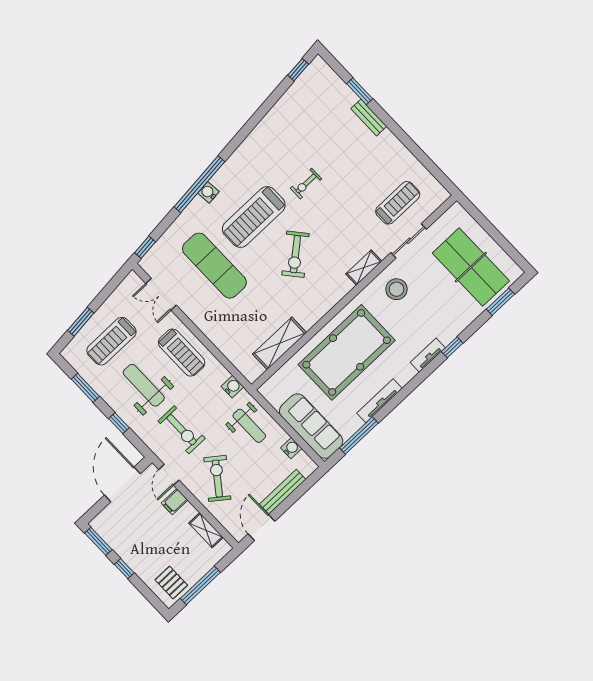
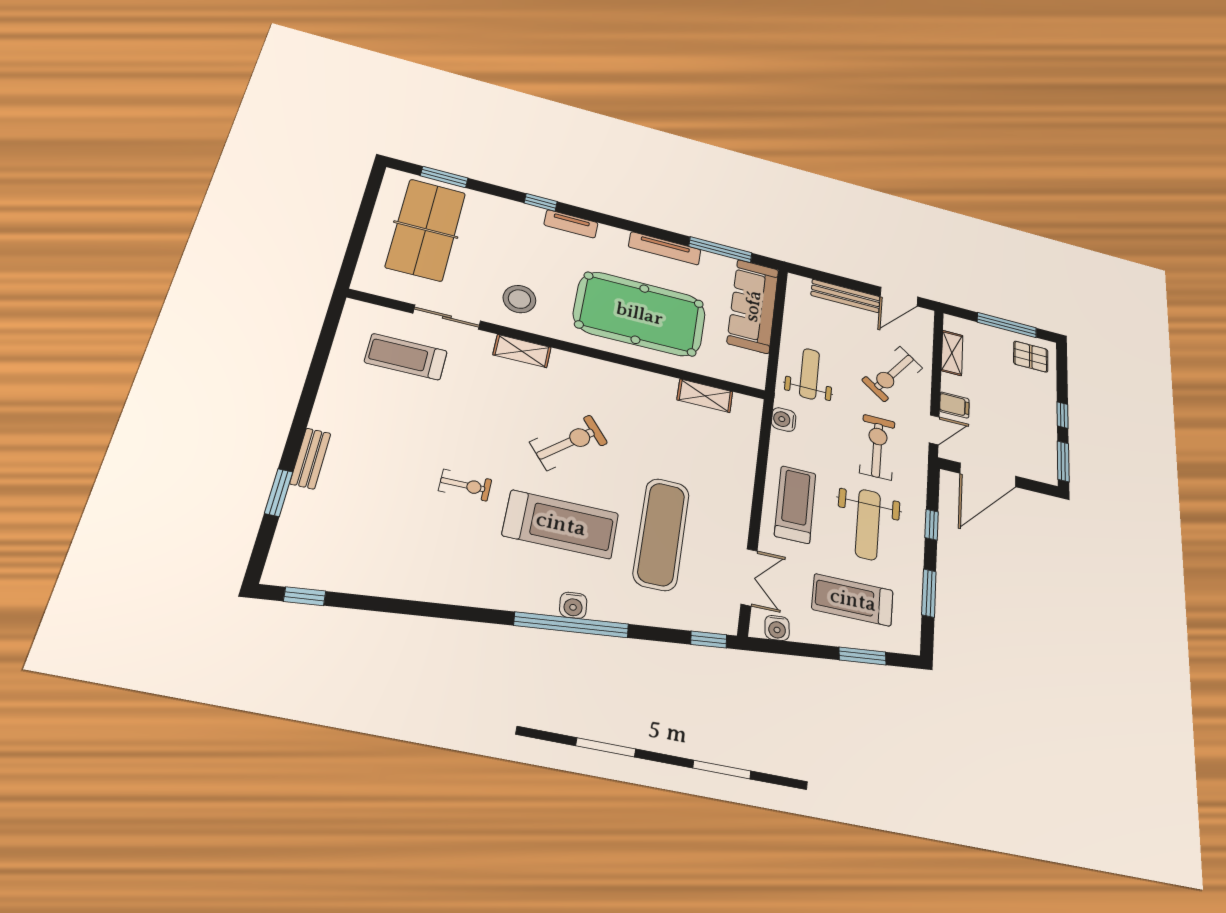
treadmill: (111, 341) -> (853, 600), turned 180
shelving: (280, 343) -> (705, 396), width x0.67, depth x0.75
water cooler: (291, 448) -> (777, 628), moved, turned -96
pallet: (171, 583) -> (1031, 357), turned 90

